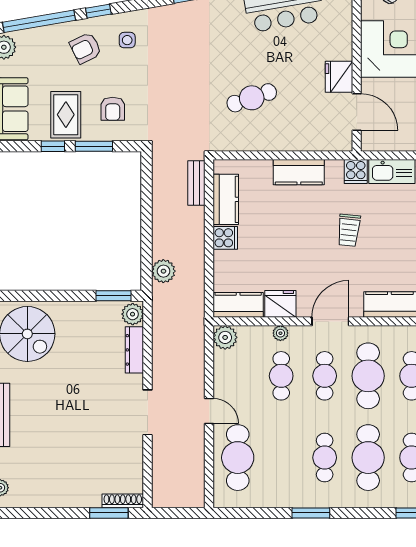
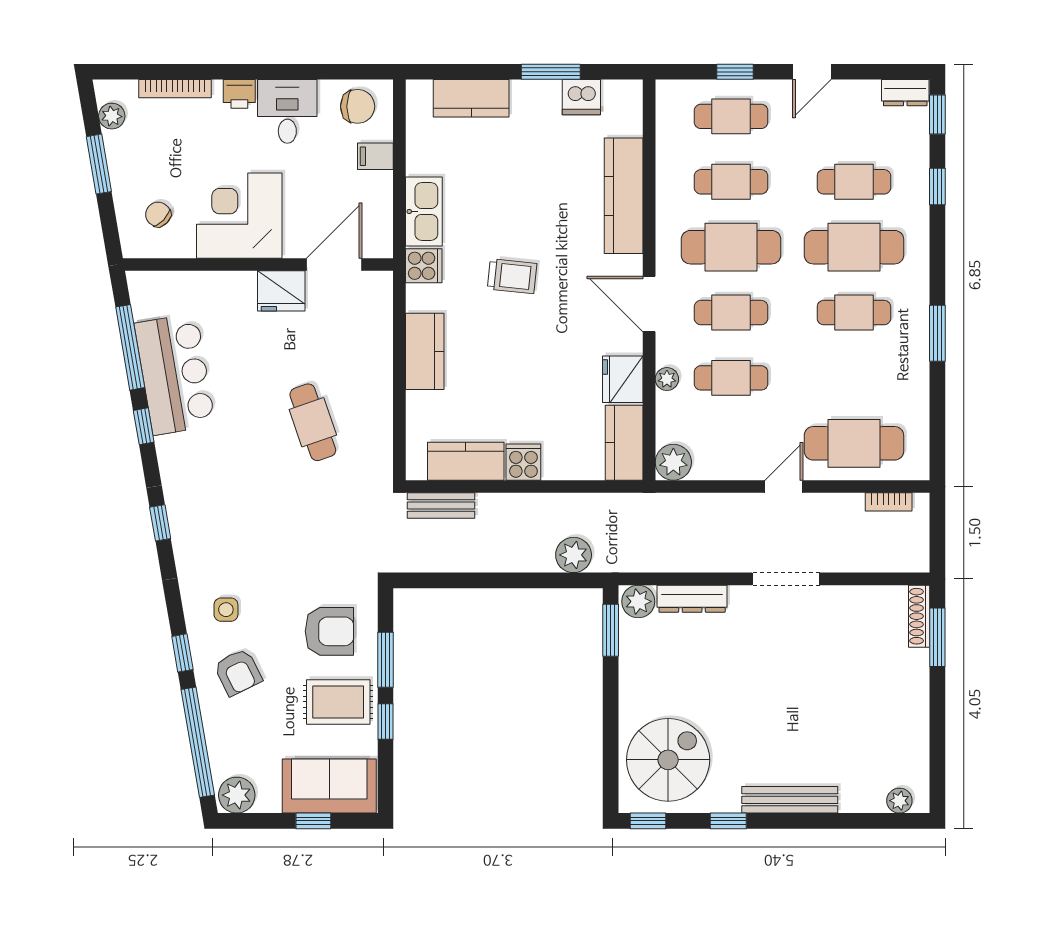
armchair: (113, 109) -> (329, 631), width x1.38, depth x1.38
bookcase: (199, 481) -> (889, 502), added

